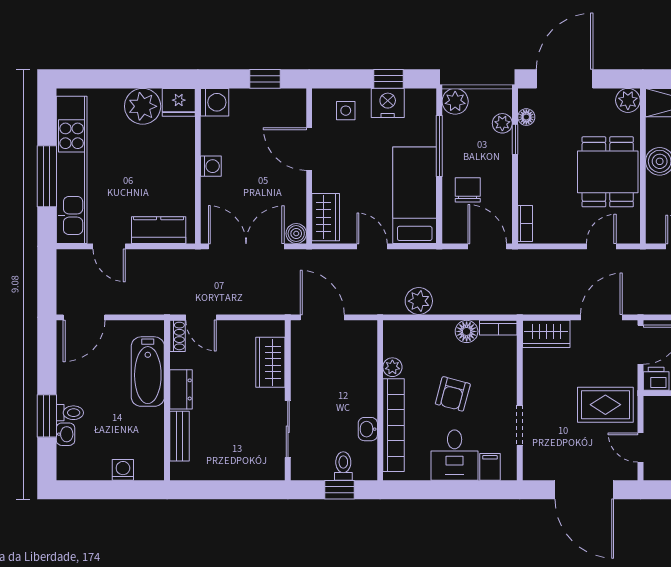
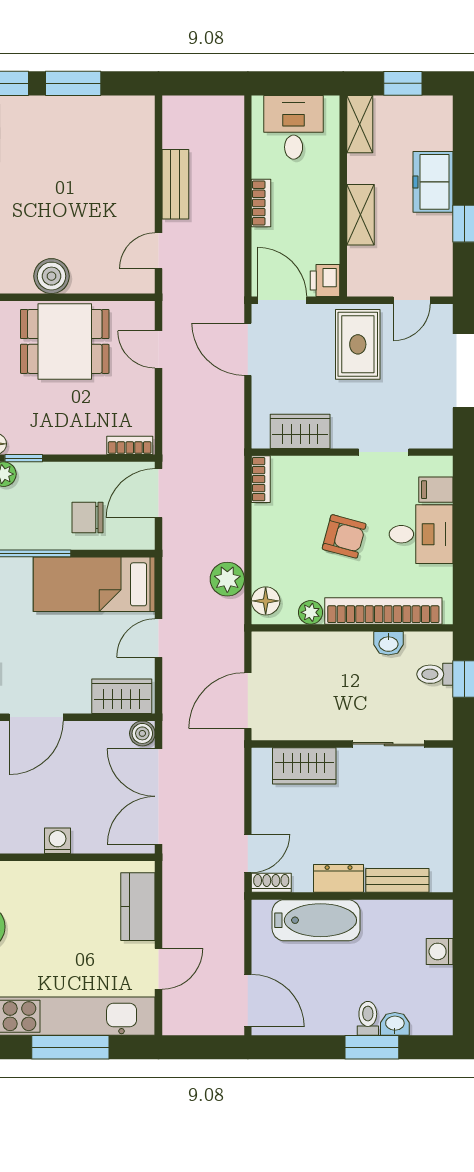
floor lamp: (467, 331) -> (266, 601), moved
wardrobe: (546, 334) -> (300, 431), moved, turned -90

